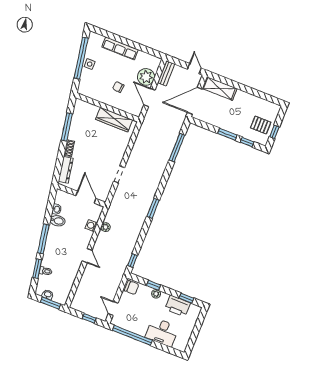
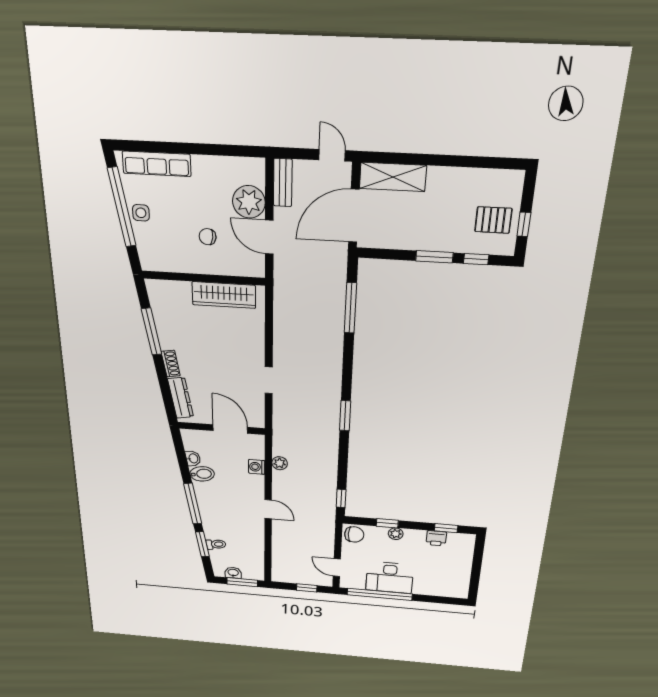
row of seats: (120, 48) -> (157, 164), moved
printer: (178, 306) -> (436, 538), width x0.53, depth x0.68
desk: (162, 332) -> (390, 578), moved

